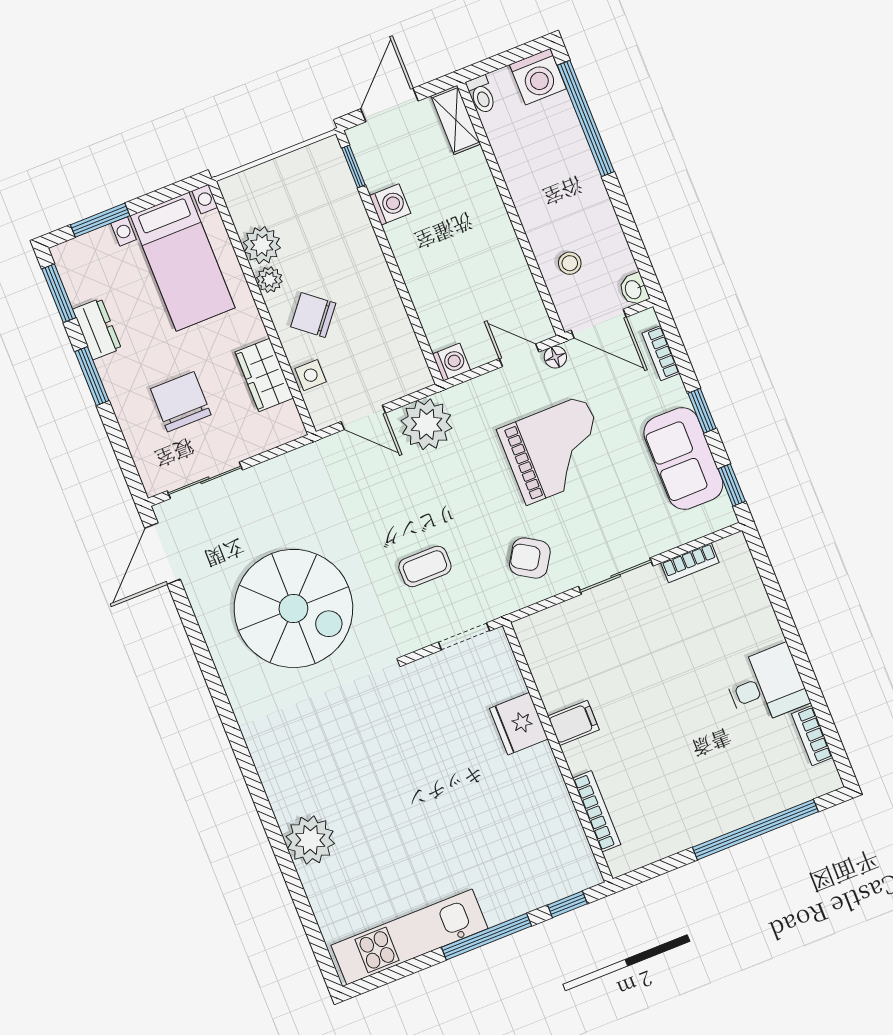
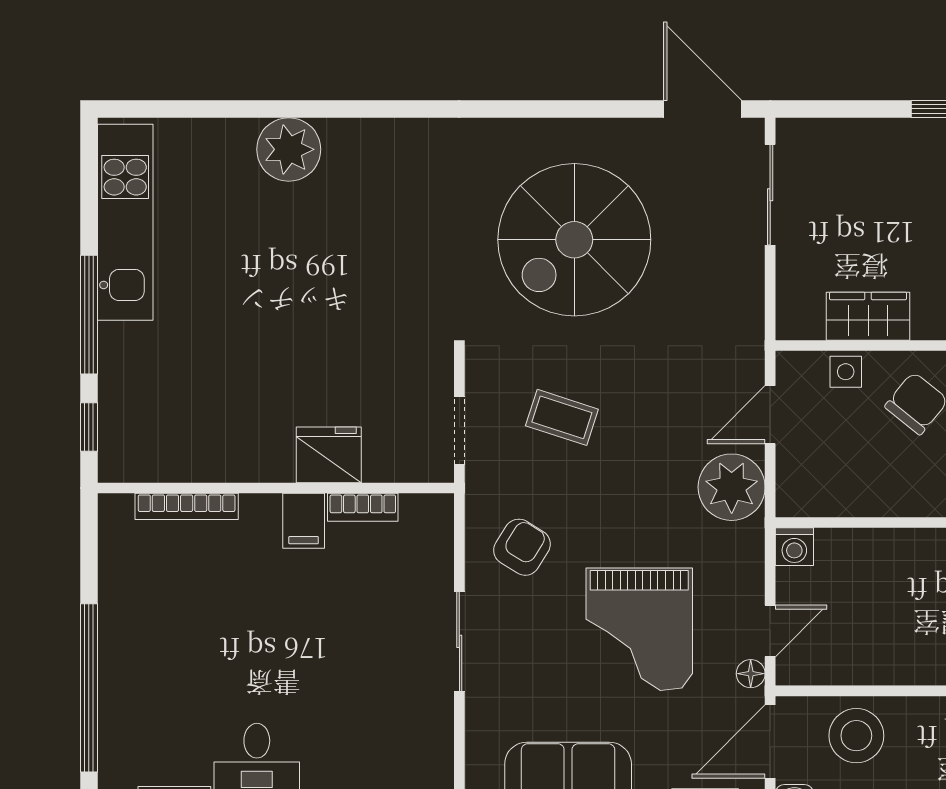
stool: (570, 263) -> (856, 736), width x1.89, depth x1.89
chair: (181, 402) -> (876, 203), removed
bookcase: (690, 563) -> (363, 507), moved, turned -90
coffee table: (425, 566) -> (562, 417), turned -72

